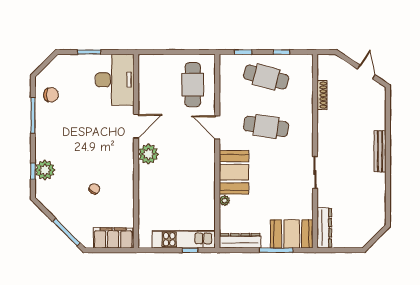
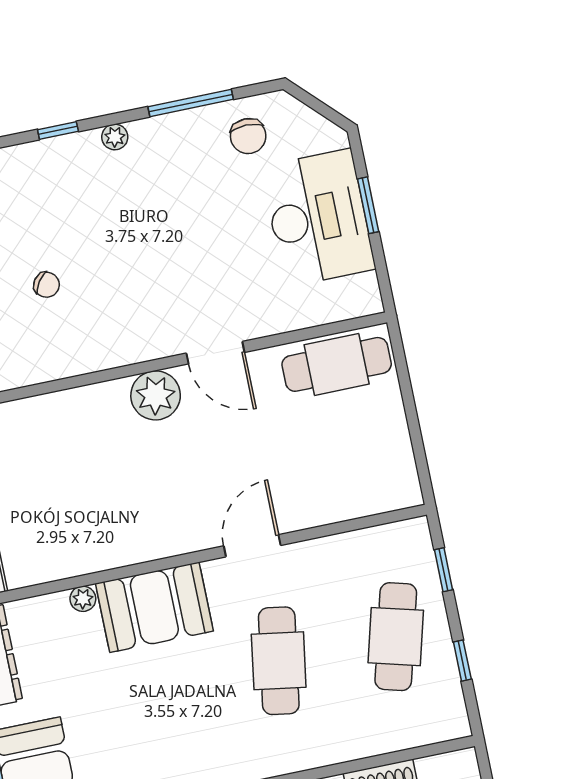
desk: (115, 80) -> (318, 218), moved, turned -90
cafe table: (193, 85) -> (337, 364), moved
plant: (45, 170) -> (115, 137), moved, width x0.53, depth x0.53

